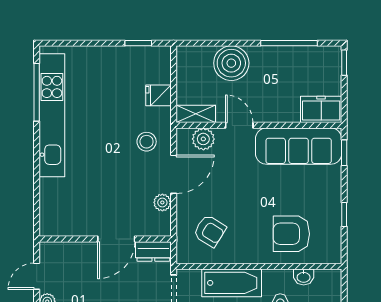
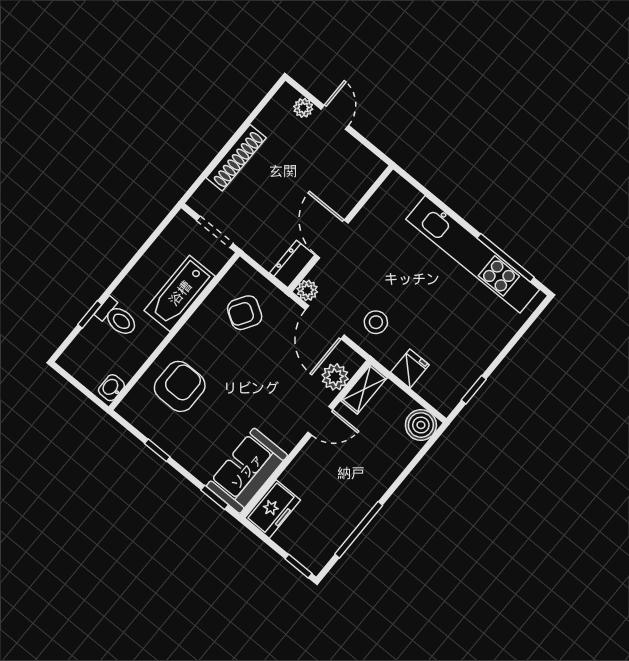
boiler: (231, 63) -> (421, 425), moved, width x0.73, depth x0.73
sofa: (299, 146) -> (247, 471), width x0.73
wall: (105, 239) -> (341, 229), moved
door: (116, 239) -> (332, 239), moved
dresser: (153, 251) -> (292, 264), moved
washbasin: (304, 277) -> (111, 388), moved

